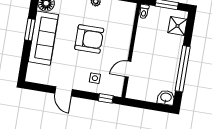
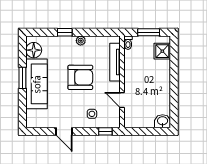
tv unit: (127, 29) -> (115, 62), added
door: (128, 69) -> (122, 100), hinge flipped
window: (183, 69) -> (174, 91), removed

